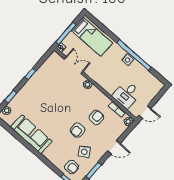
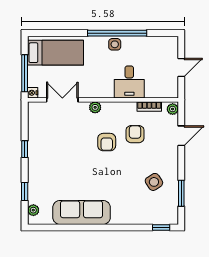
desk: (127, 94) -> (129, 82), moved
door: (145, 112) -> (181, 67), moved
armchair: (78, 130) -> (107, 142), moved
door: (114, 147) -> (181, 136), moved
armchair: (72, 167) -> (155, 210), removed

